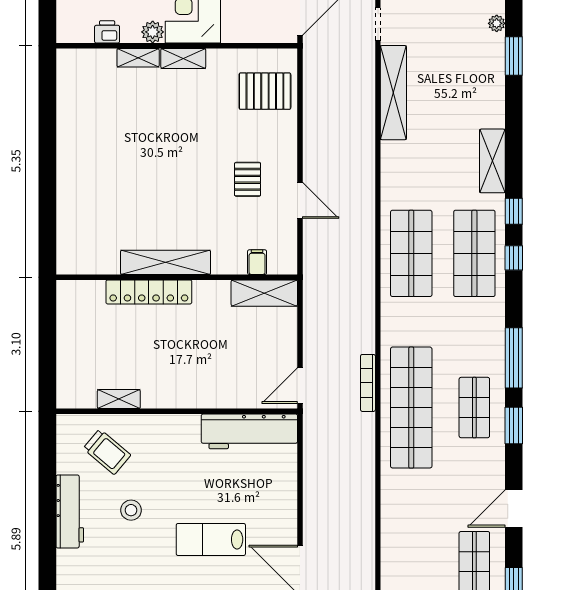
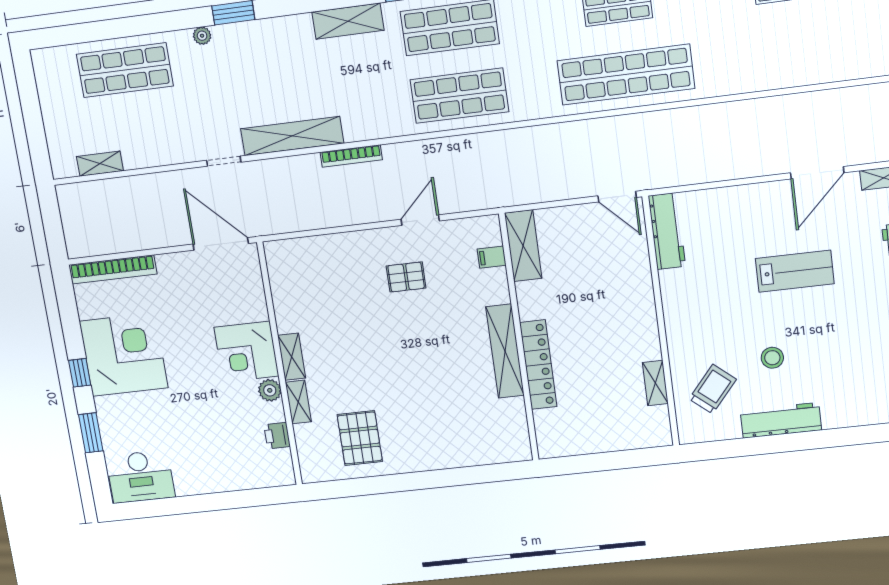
pallet: (265, 91) -> (360, 438), moved
bookcase: (368, 383) -> (351, 156), moved
workbench: (249, 431) -> (667, 231), width x0.73, depth x0.76
lab bench: (211, 539) -> (795, 271), turned -90

